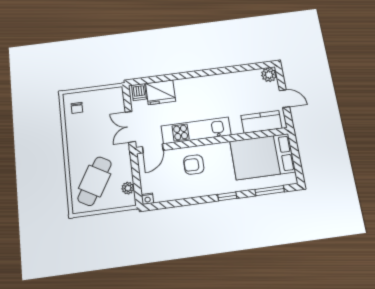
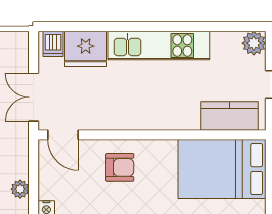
kitchen unit: (196, 130) -> (159, 46), moved, turned 180
door: (153, 148) -> (63, 135), hinge flipped
armchair: (194, 165) -> (120, 167), turned 180

